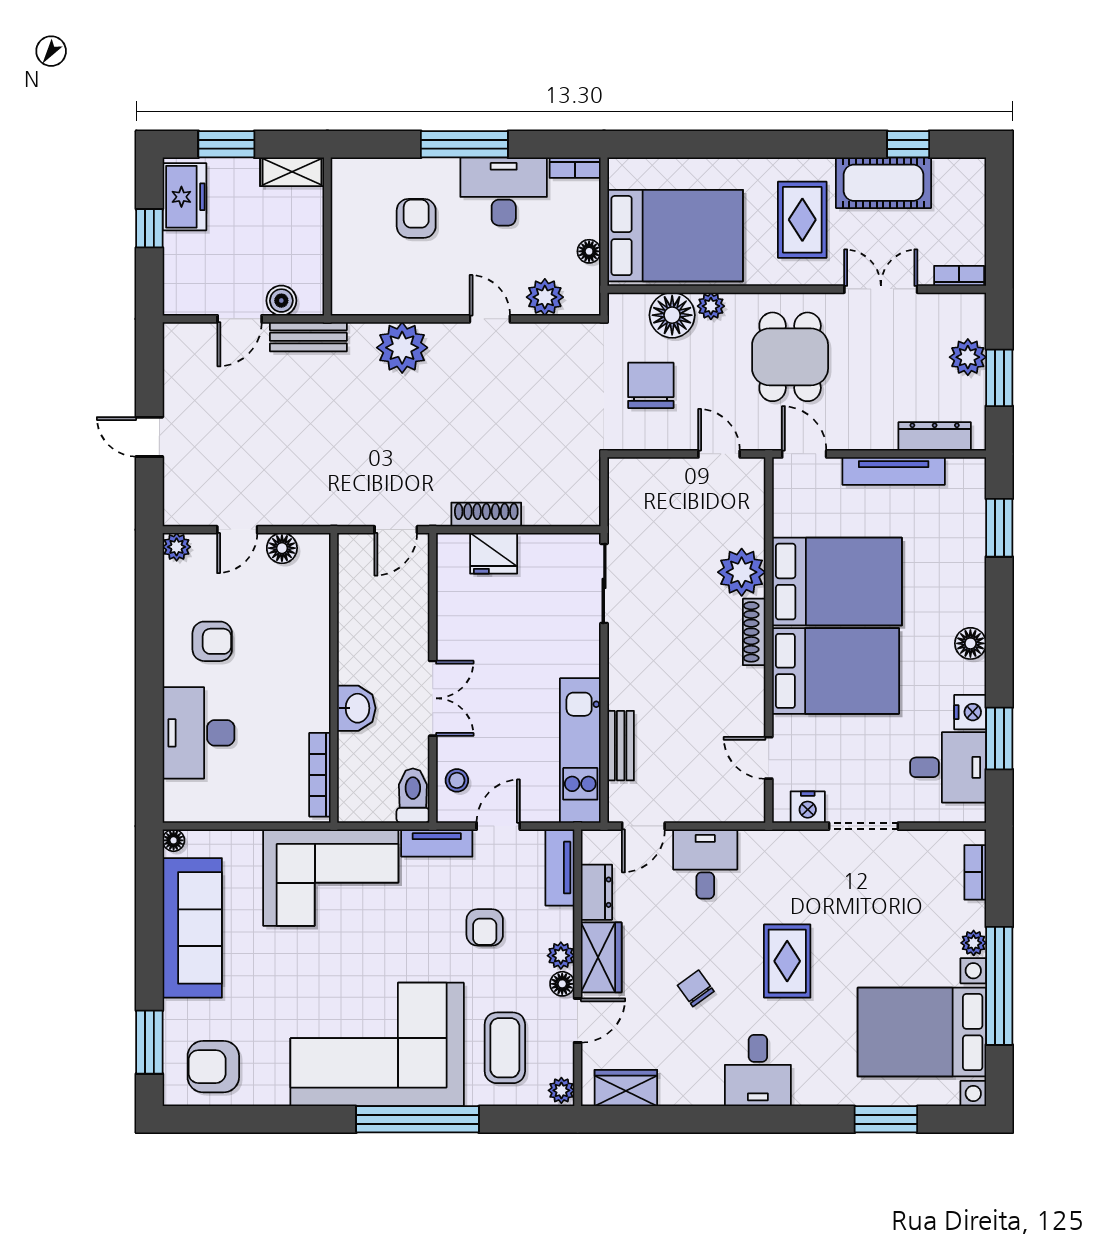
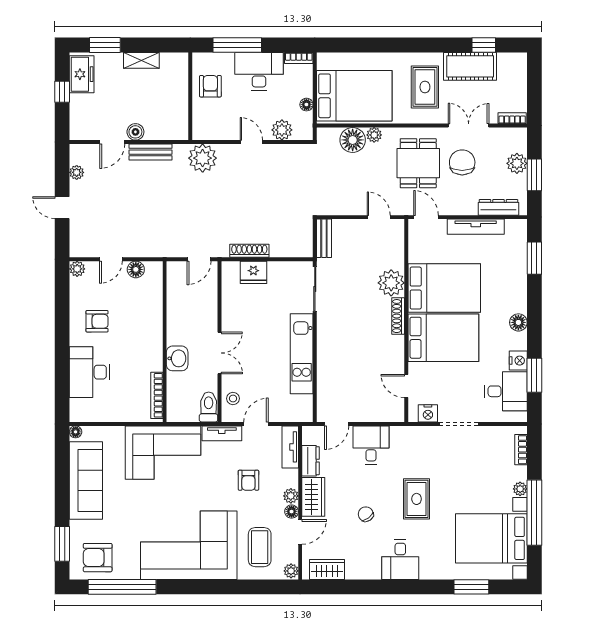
wall: (327, 237) -> (190, 96), moved
plant: (175, 374) -> (77, 172), added
chair: (651, 385) -> (462, 162), moved
bench: (621, 746) -> (324, 238), moved
kitchen unit: (580, 751) -> (302, 354), moved
window: (417, 1119) -> (122, 587), moved

